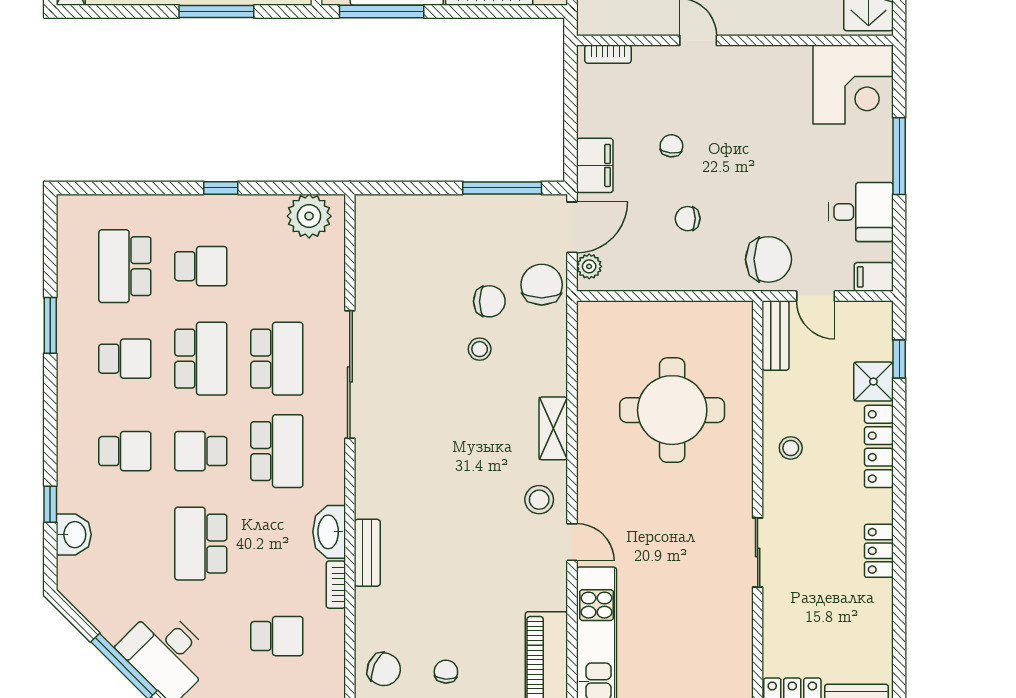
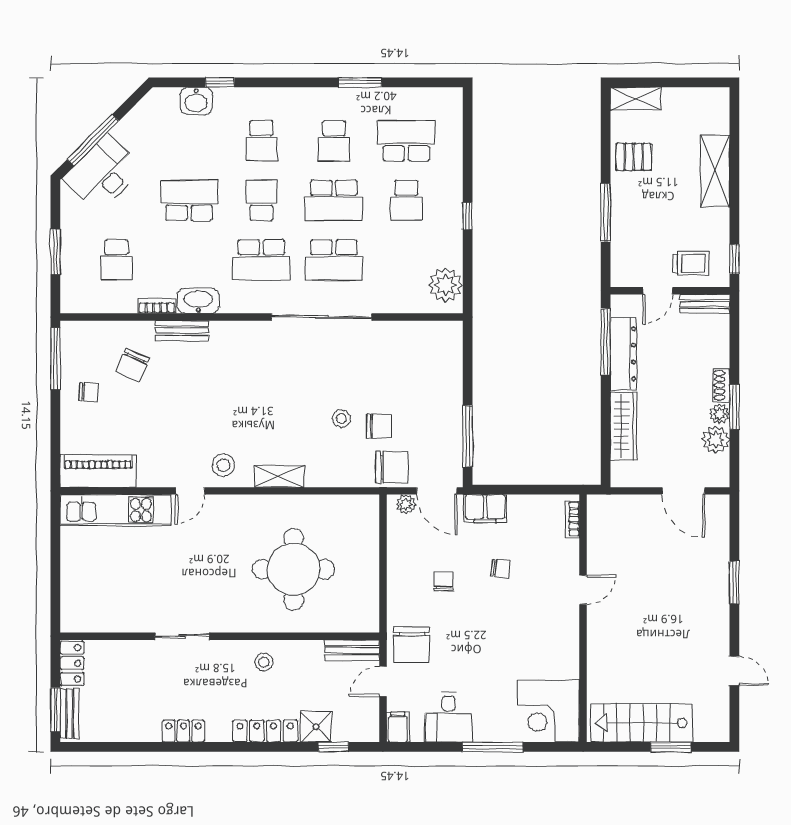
chair: (489, 301) -> (379, 426), turned -90
chair: (384, 669) -> (133, 365), moved

